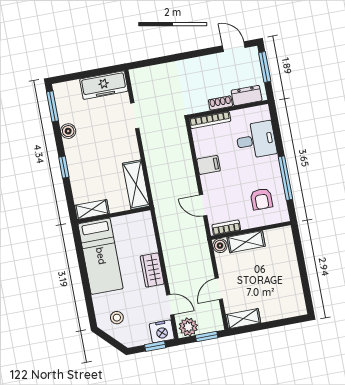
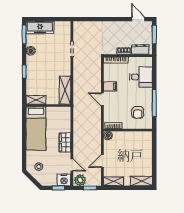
freezer: (104, 85) -> (40, 27), moved
door: (203, 205) -> (102, 99), moved
shelving: (246, 242) -> (141, 181), moved

